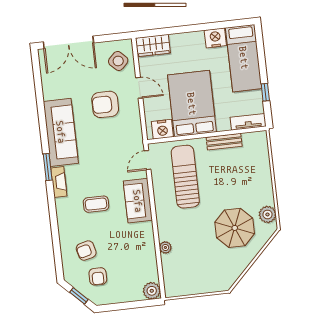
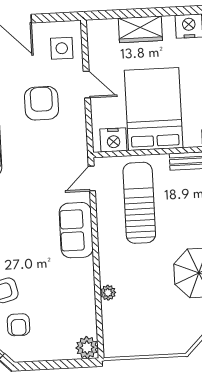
wardrobe: (153, 46) -> (140, 29), moved
side table: (118, 61) -> (62, 48), turned 45
armchair: (105, 104) -> (41, 103), turned 90
coffee table: (96, 204) -> (22, 231), removed

